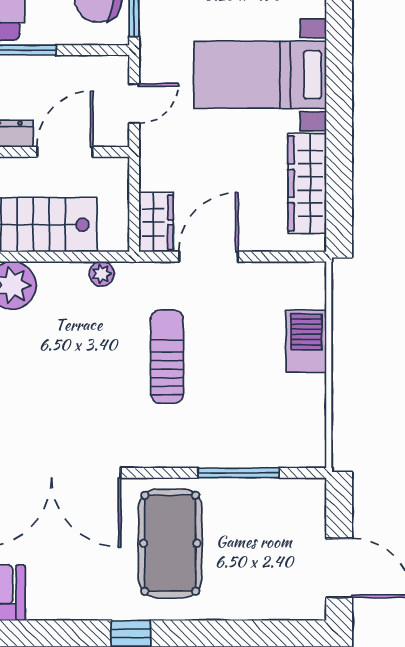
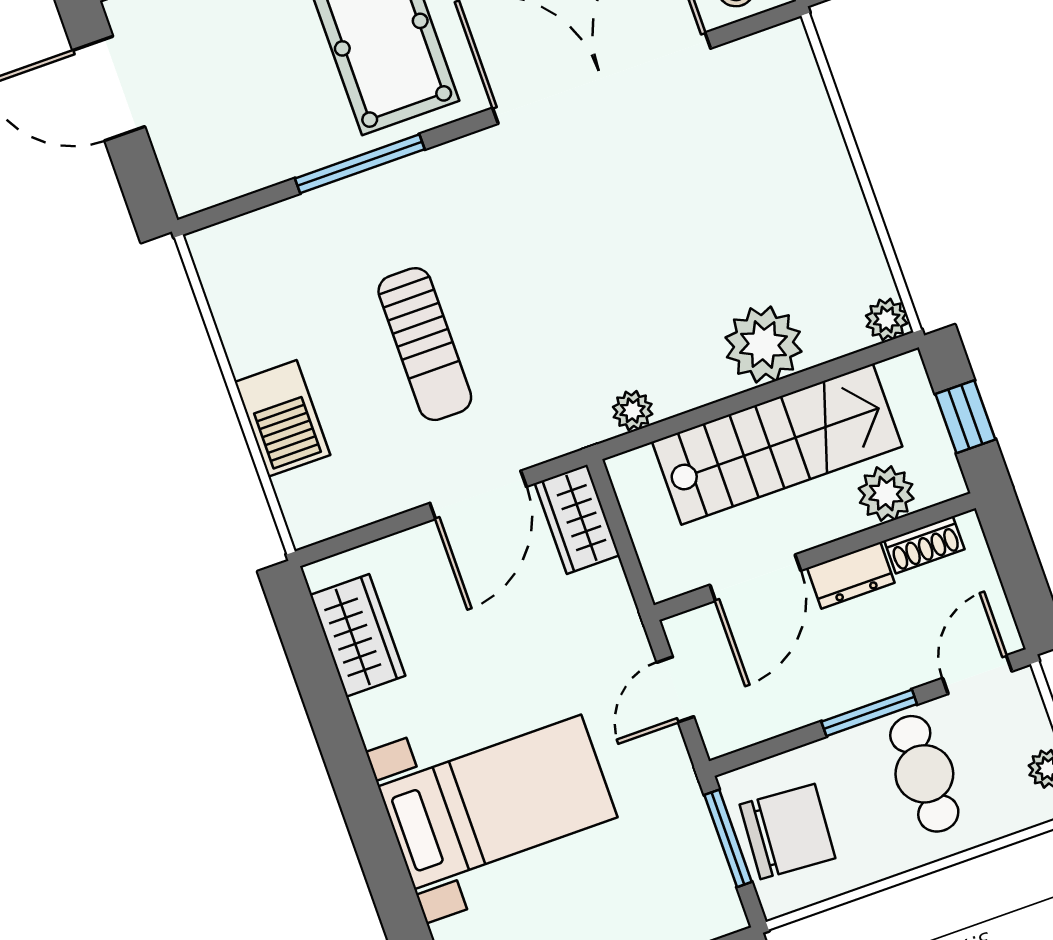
wardrobe: (307, 183) -> (358, 635), width x0.67
sun lounger: (167, 357) -> (425, 344), moved
window: (239, 473) -> (360, 164), moved

